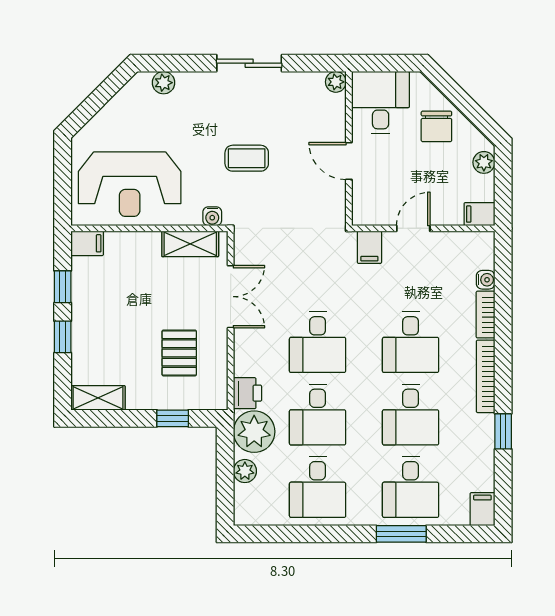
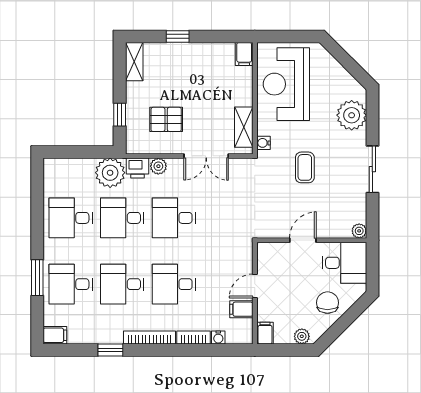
plant: (164, 83) -> (352, 115), width x1.88, depth x1.88
chair: (436, 126) -> (327, 303), turned 90
door: (413, 228) -> (255, 286), swing flipped
filing cabinet: (369, 247) -> (241, 309), moved
window: (63, 287) -> (213, 36), removed
plant: (245, 471) -> (158, 166), moved

